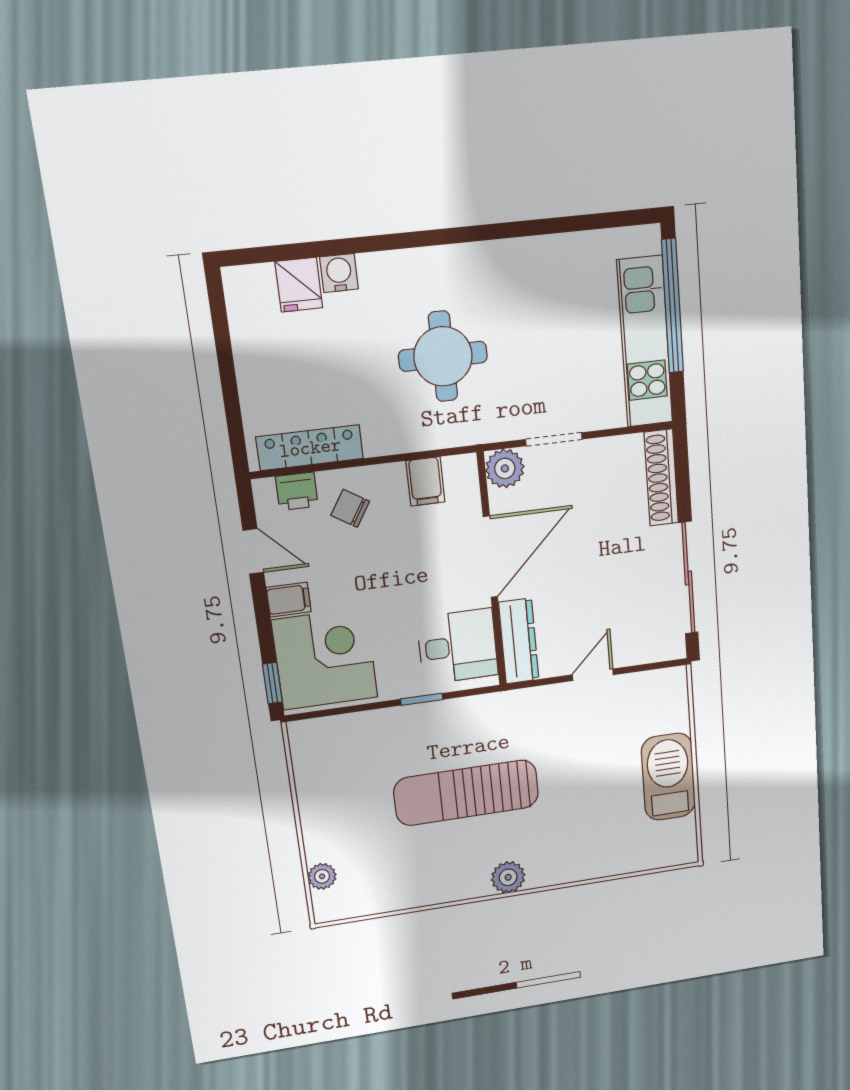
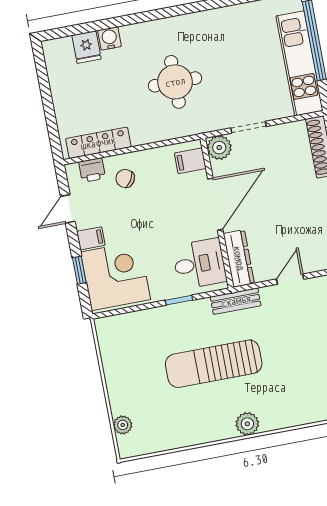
filing cabinet: (425, 481) -> (190, 161), moved, turned 90
door: (253, 551) -> (68, 209), swing flipped
window: (272, 683) -> (79, 270), moved
bench: (508, 704) -> (236, 301), added

